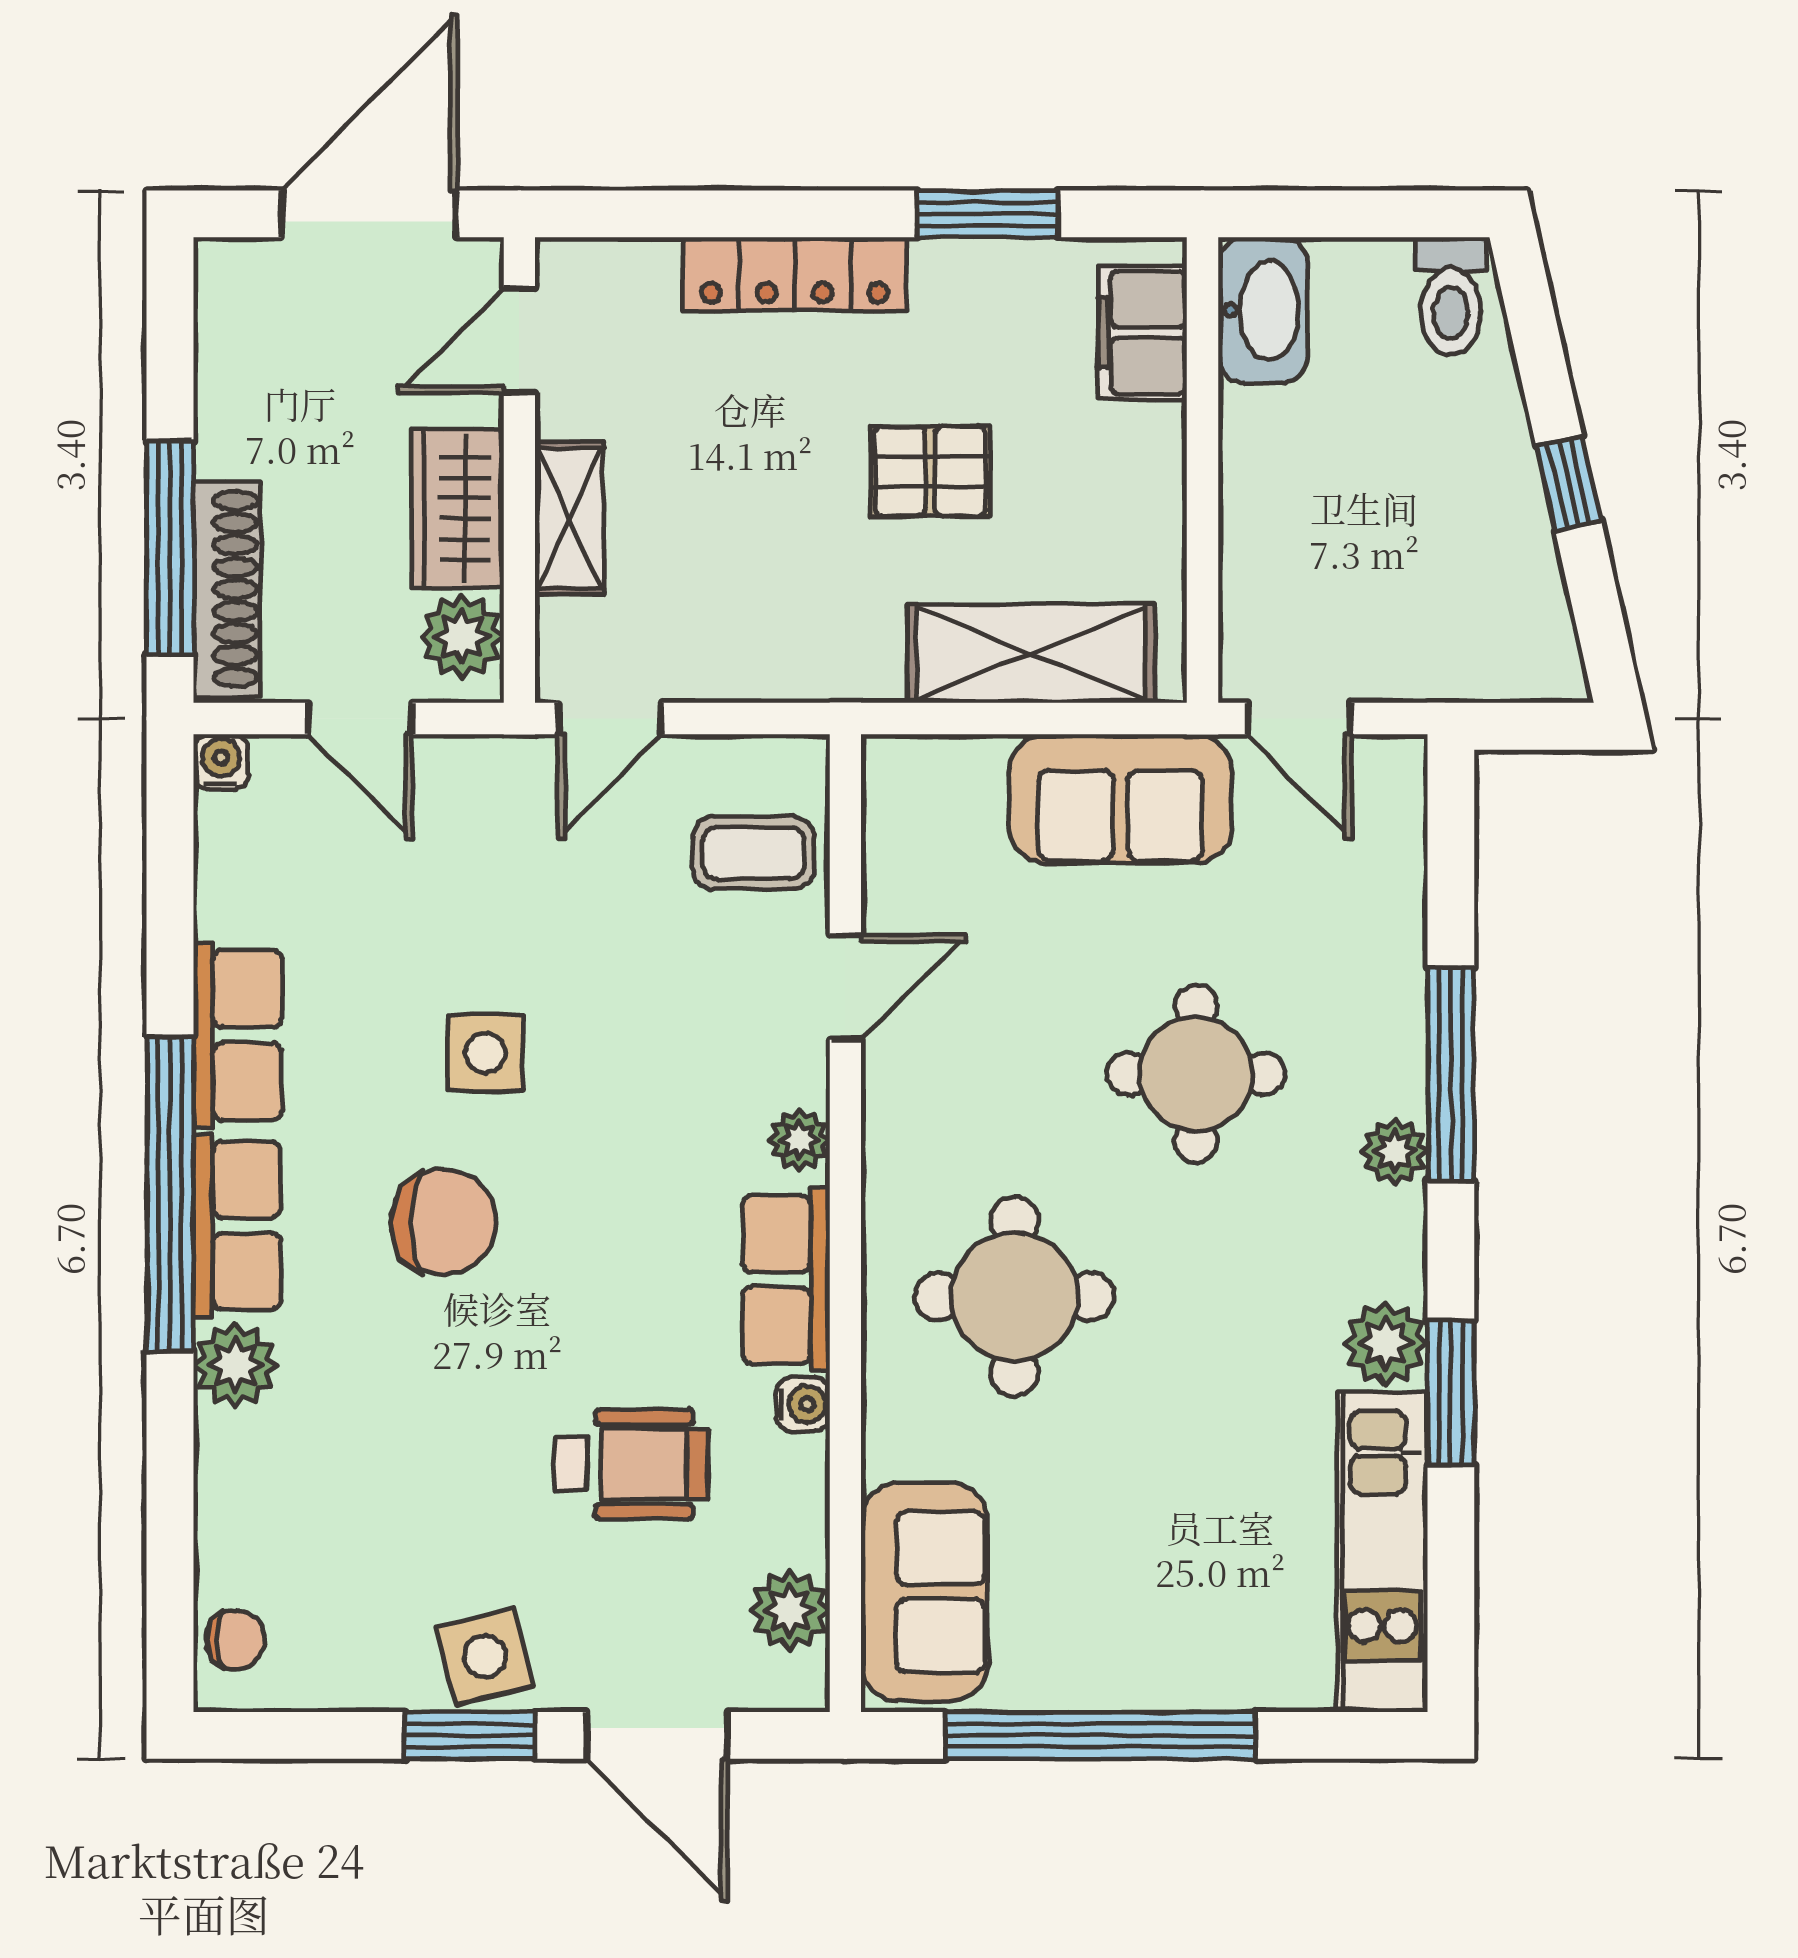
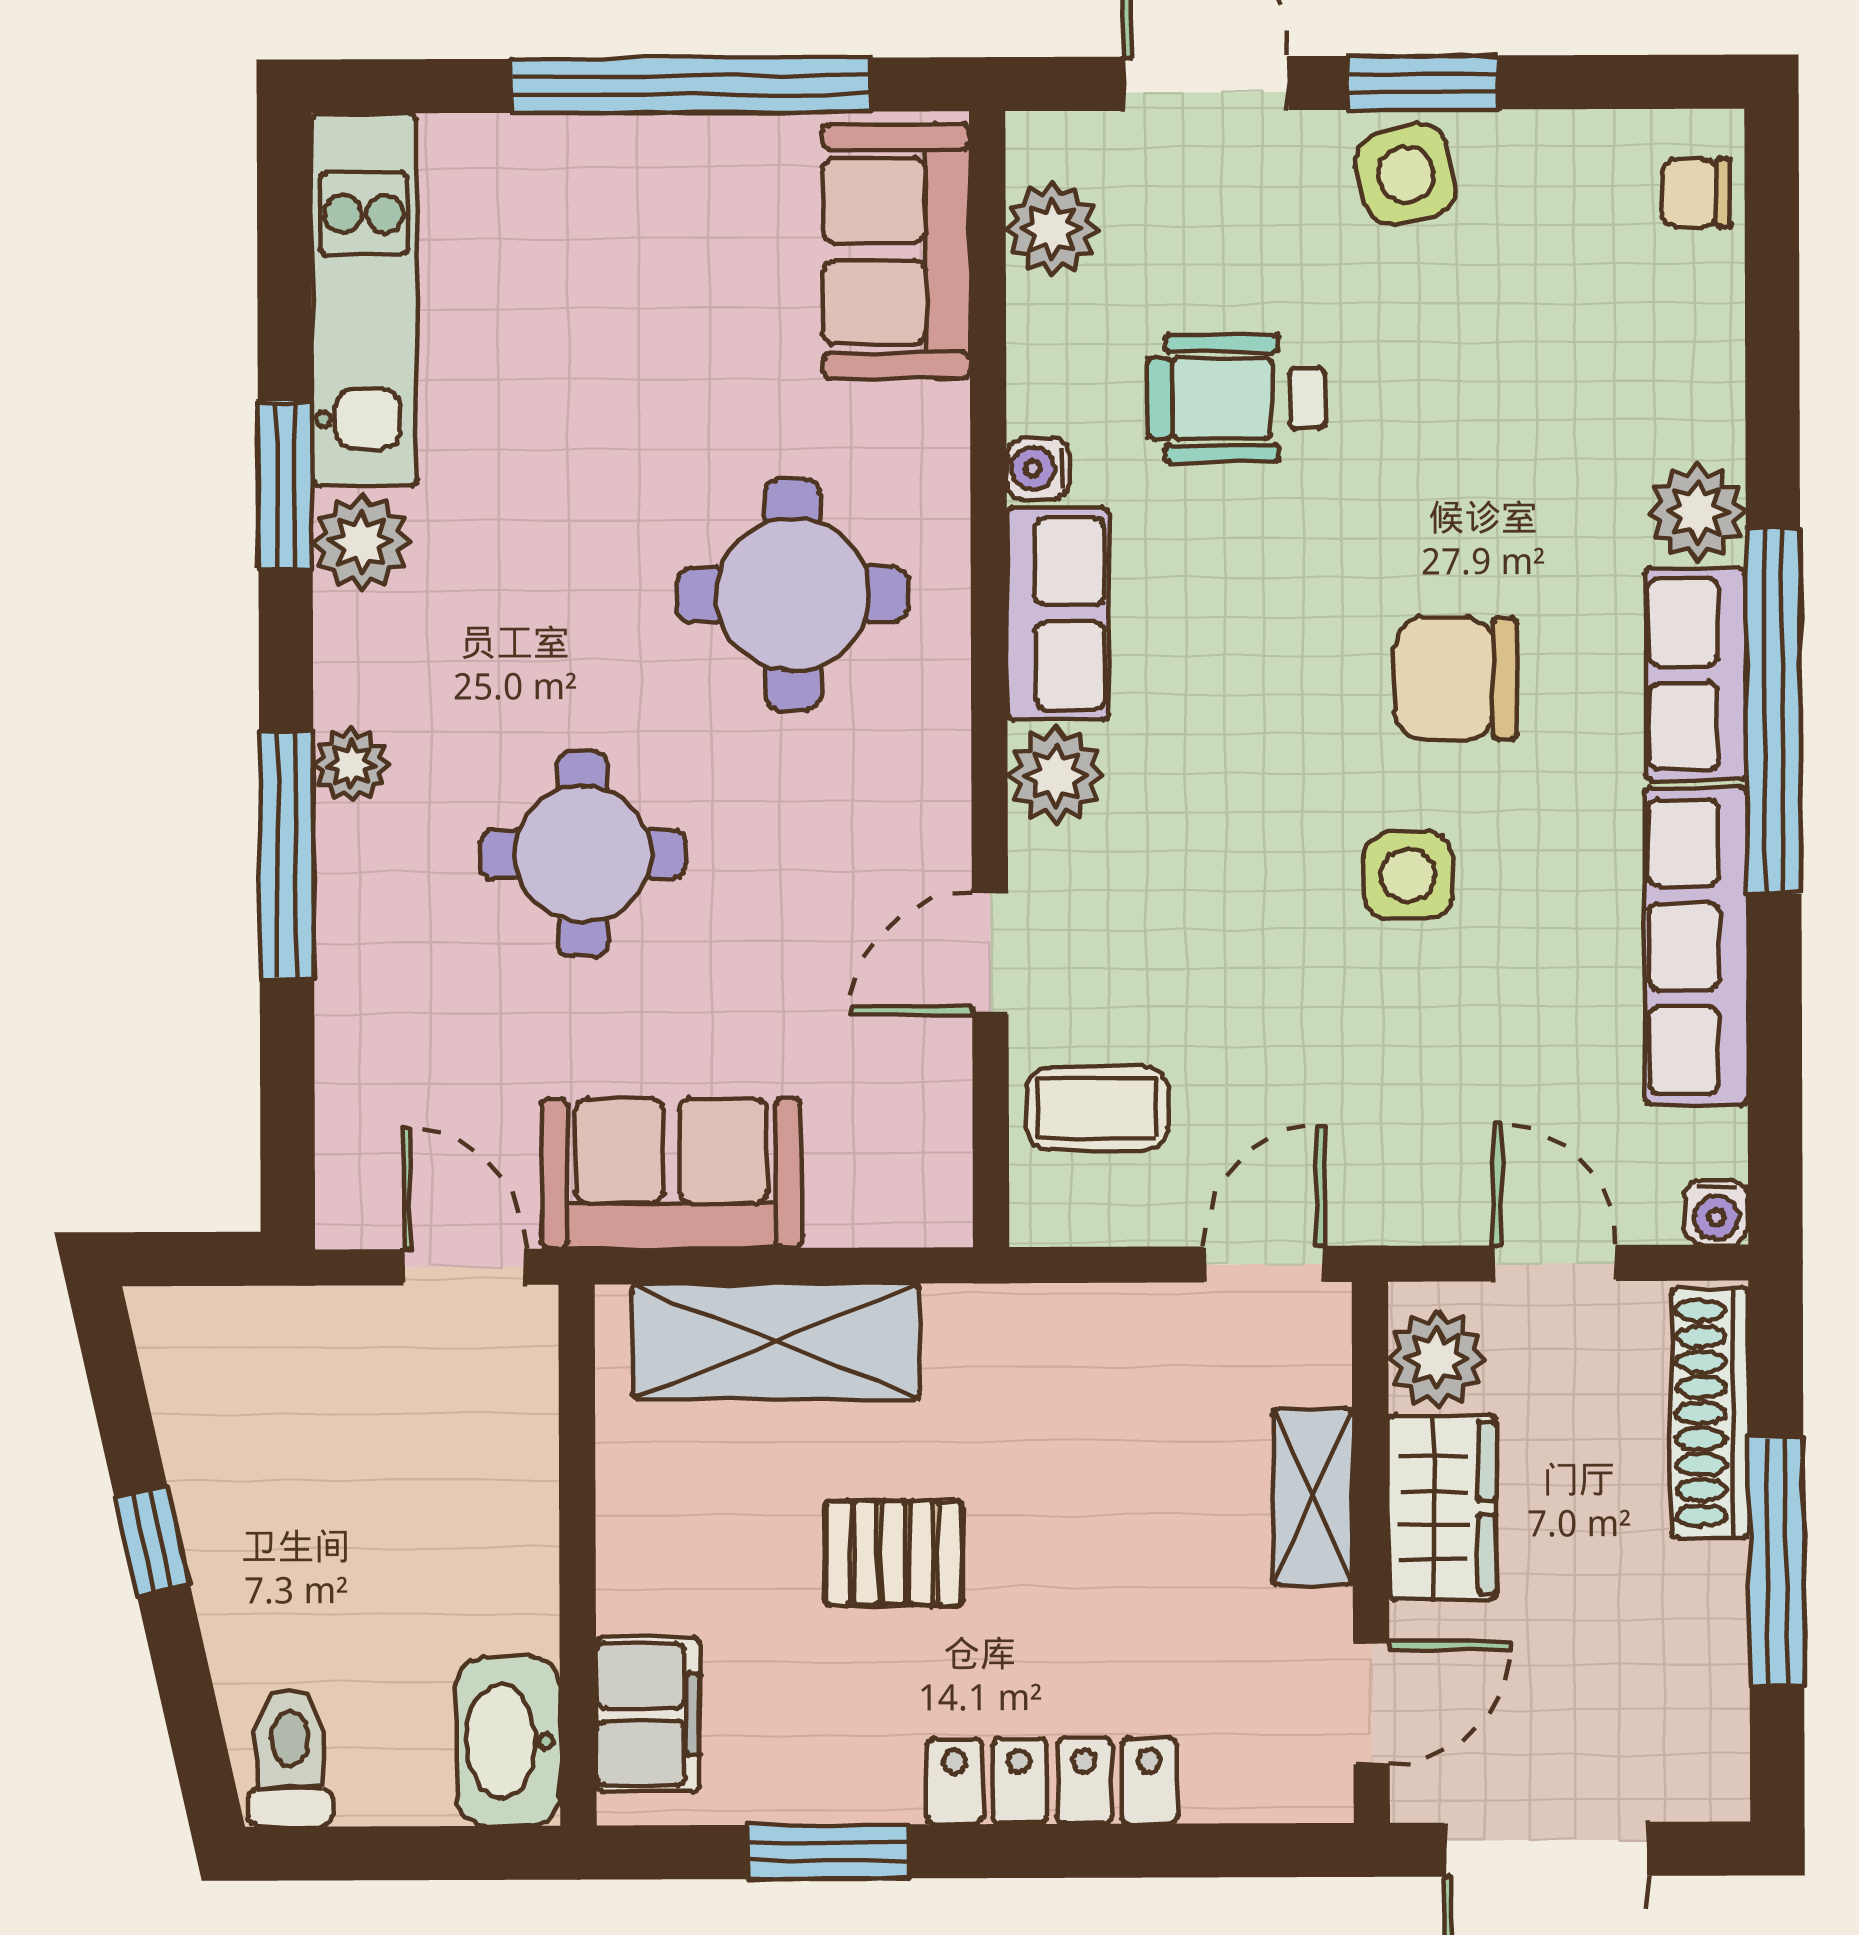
window: (170, 548) -> (1777, 1561), moved
row of seats: (238, 1035) -> (1696, 946), width x1.48
plant: (800, 1140) -> (1056, 775), width x1.38, depth x1.38

